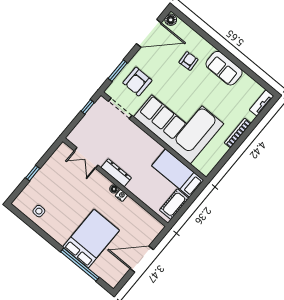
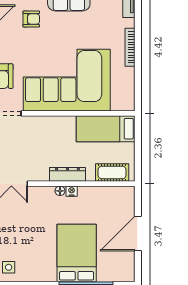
armchair: (189, 61) -> (31, 19), turned 94
dresser: (116, 173) -> (67, 174), moved
cot: (174, 204) -> (112, 172), moved, turned 90

